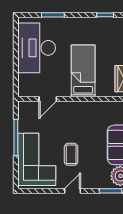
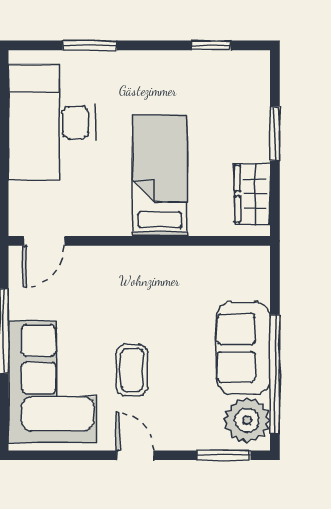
door: (48, 99) -> (44, 241), moved
door: (72, 191) -> (135, 455), hinge flipped

